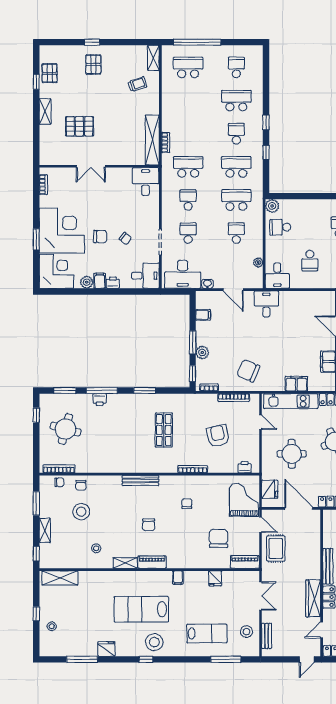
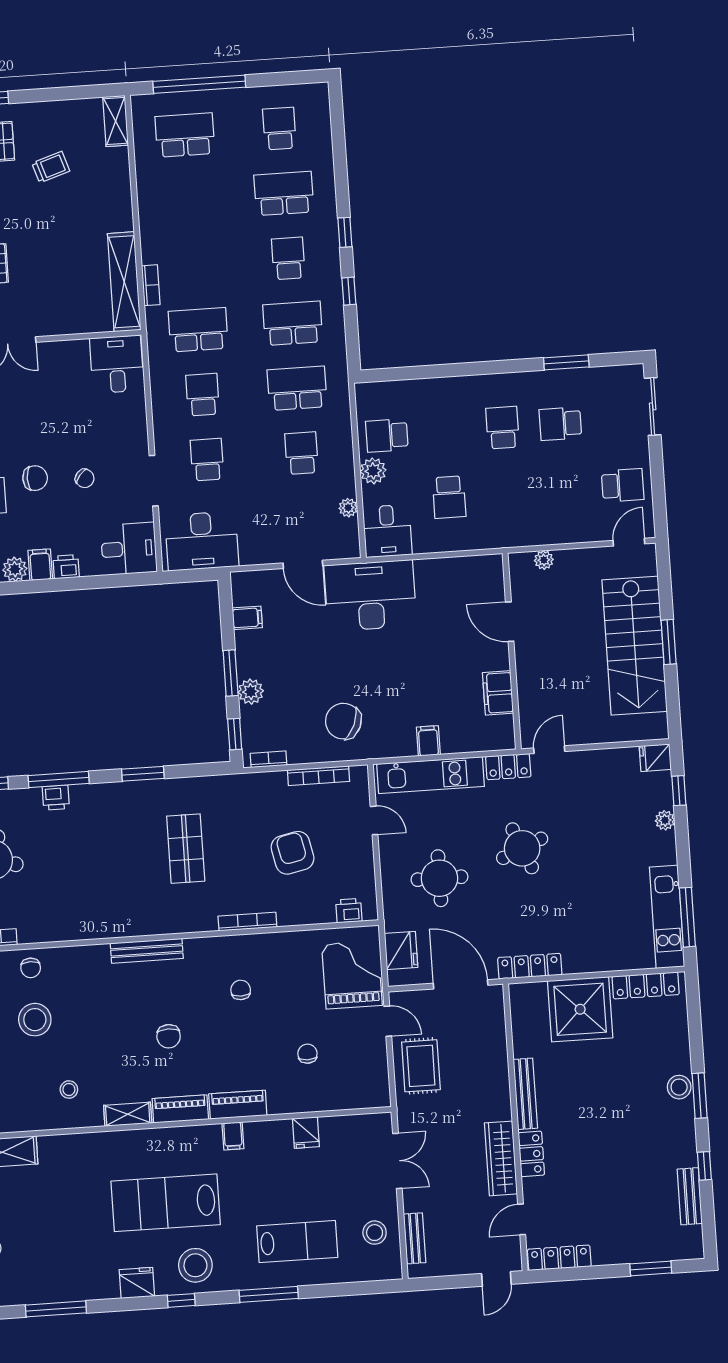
trolley: (137, 84) -> (51, 167), moved
plant: (272, 206) -> (373, 471), moved
washbasin: (207, 284) -> (252, 556), removed
desk: (266, 304) -> (370, 596), width x1.87, depth x1.30
filing cabinet: (296, 384) -> (428, 741), width x0.50
chair: (219, 538) -> (307, 1054), width x0.54, depth x0.54
piano: (245, 562) -> (238, 1105), moved
fridge: (106, 649) -> (137, 1283), moved
window: (226, 659) -> (269, 1294), moved

